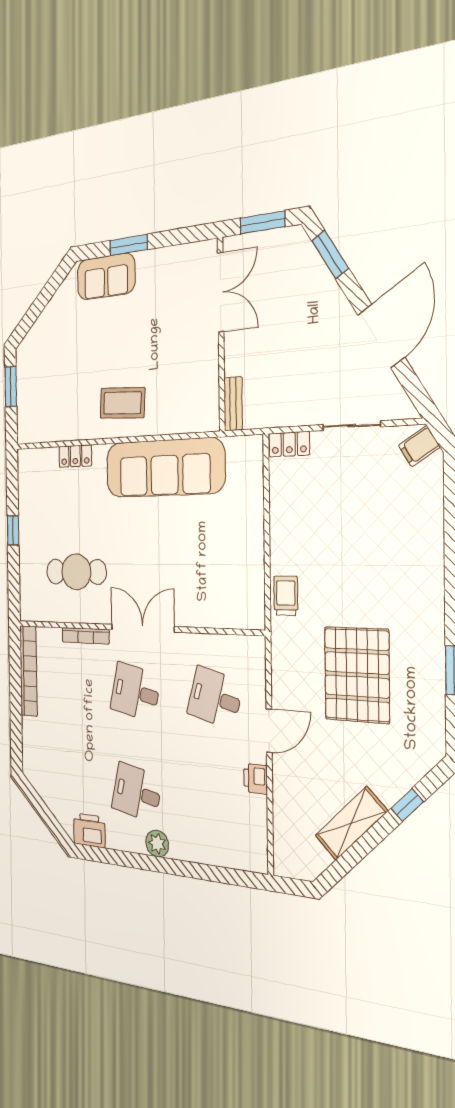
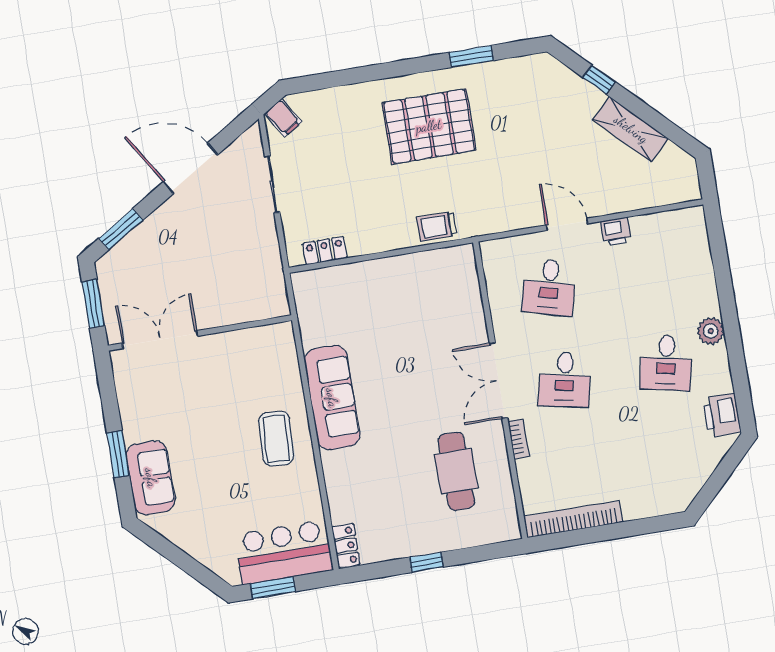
bar counter: (35, 400) -> (284, 552), added
bench: (233, 404) -> (265, 310), removed
locker: (289, 444) -> (325, 251), moved, turned -90
locker: (75, 456) -> (346, 546), moved
sofa: (164, 468) -> (332, 398), width x0.74, depth x0.79
bookcase: (86, 636) -> (519, 439), width x0.64
pallet: (357, 675) -> (429, 126), moved

